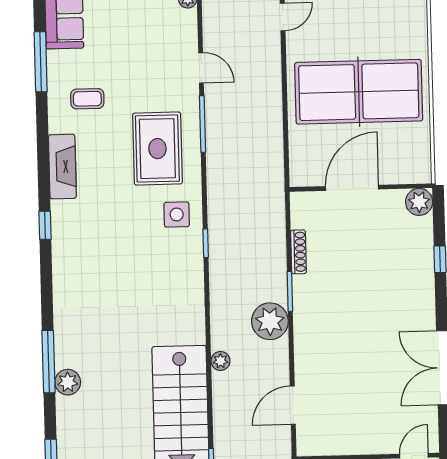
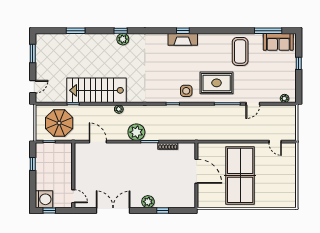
window: (41, 62) -> (268, 31), moved
coffee table: (87, 99) -> (240, 51), width x1.86, depth x1.72
fireplace: (62, 167) -> (183, 39), moved
plant: (419, 202) -> (148, 202), moved
window: (49, 362) -> (121, 31), width x0.46
plant: (68, 382) -> (123, 39), moved

